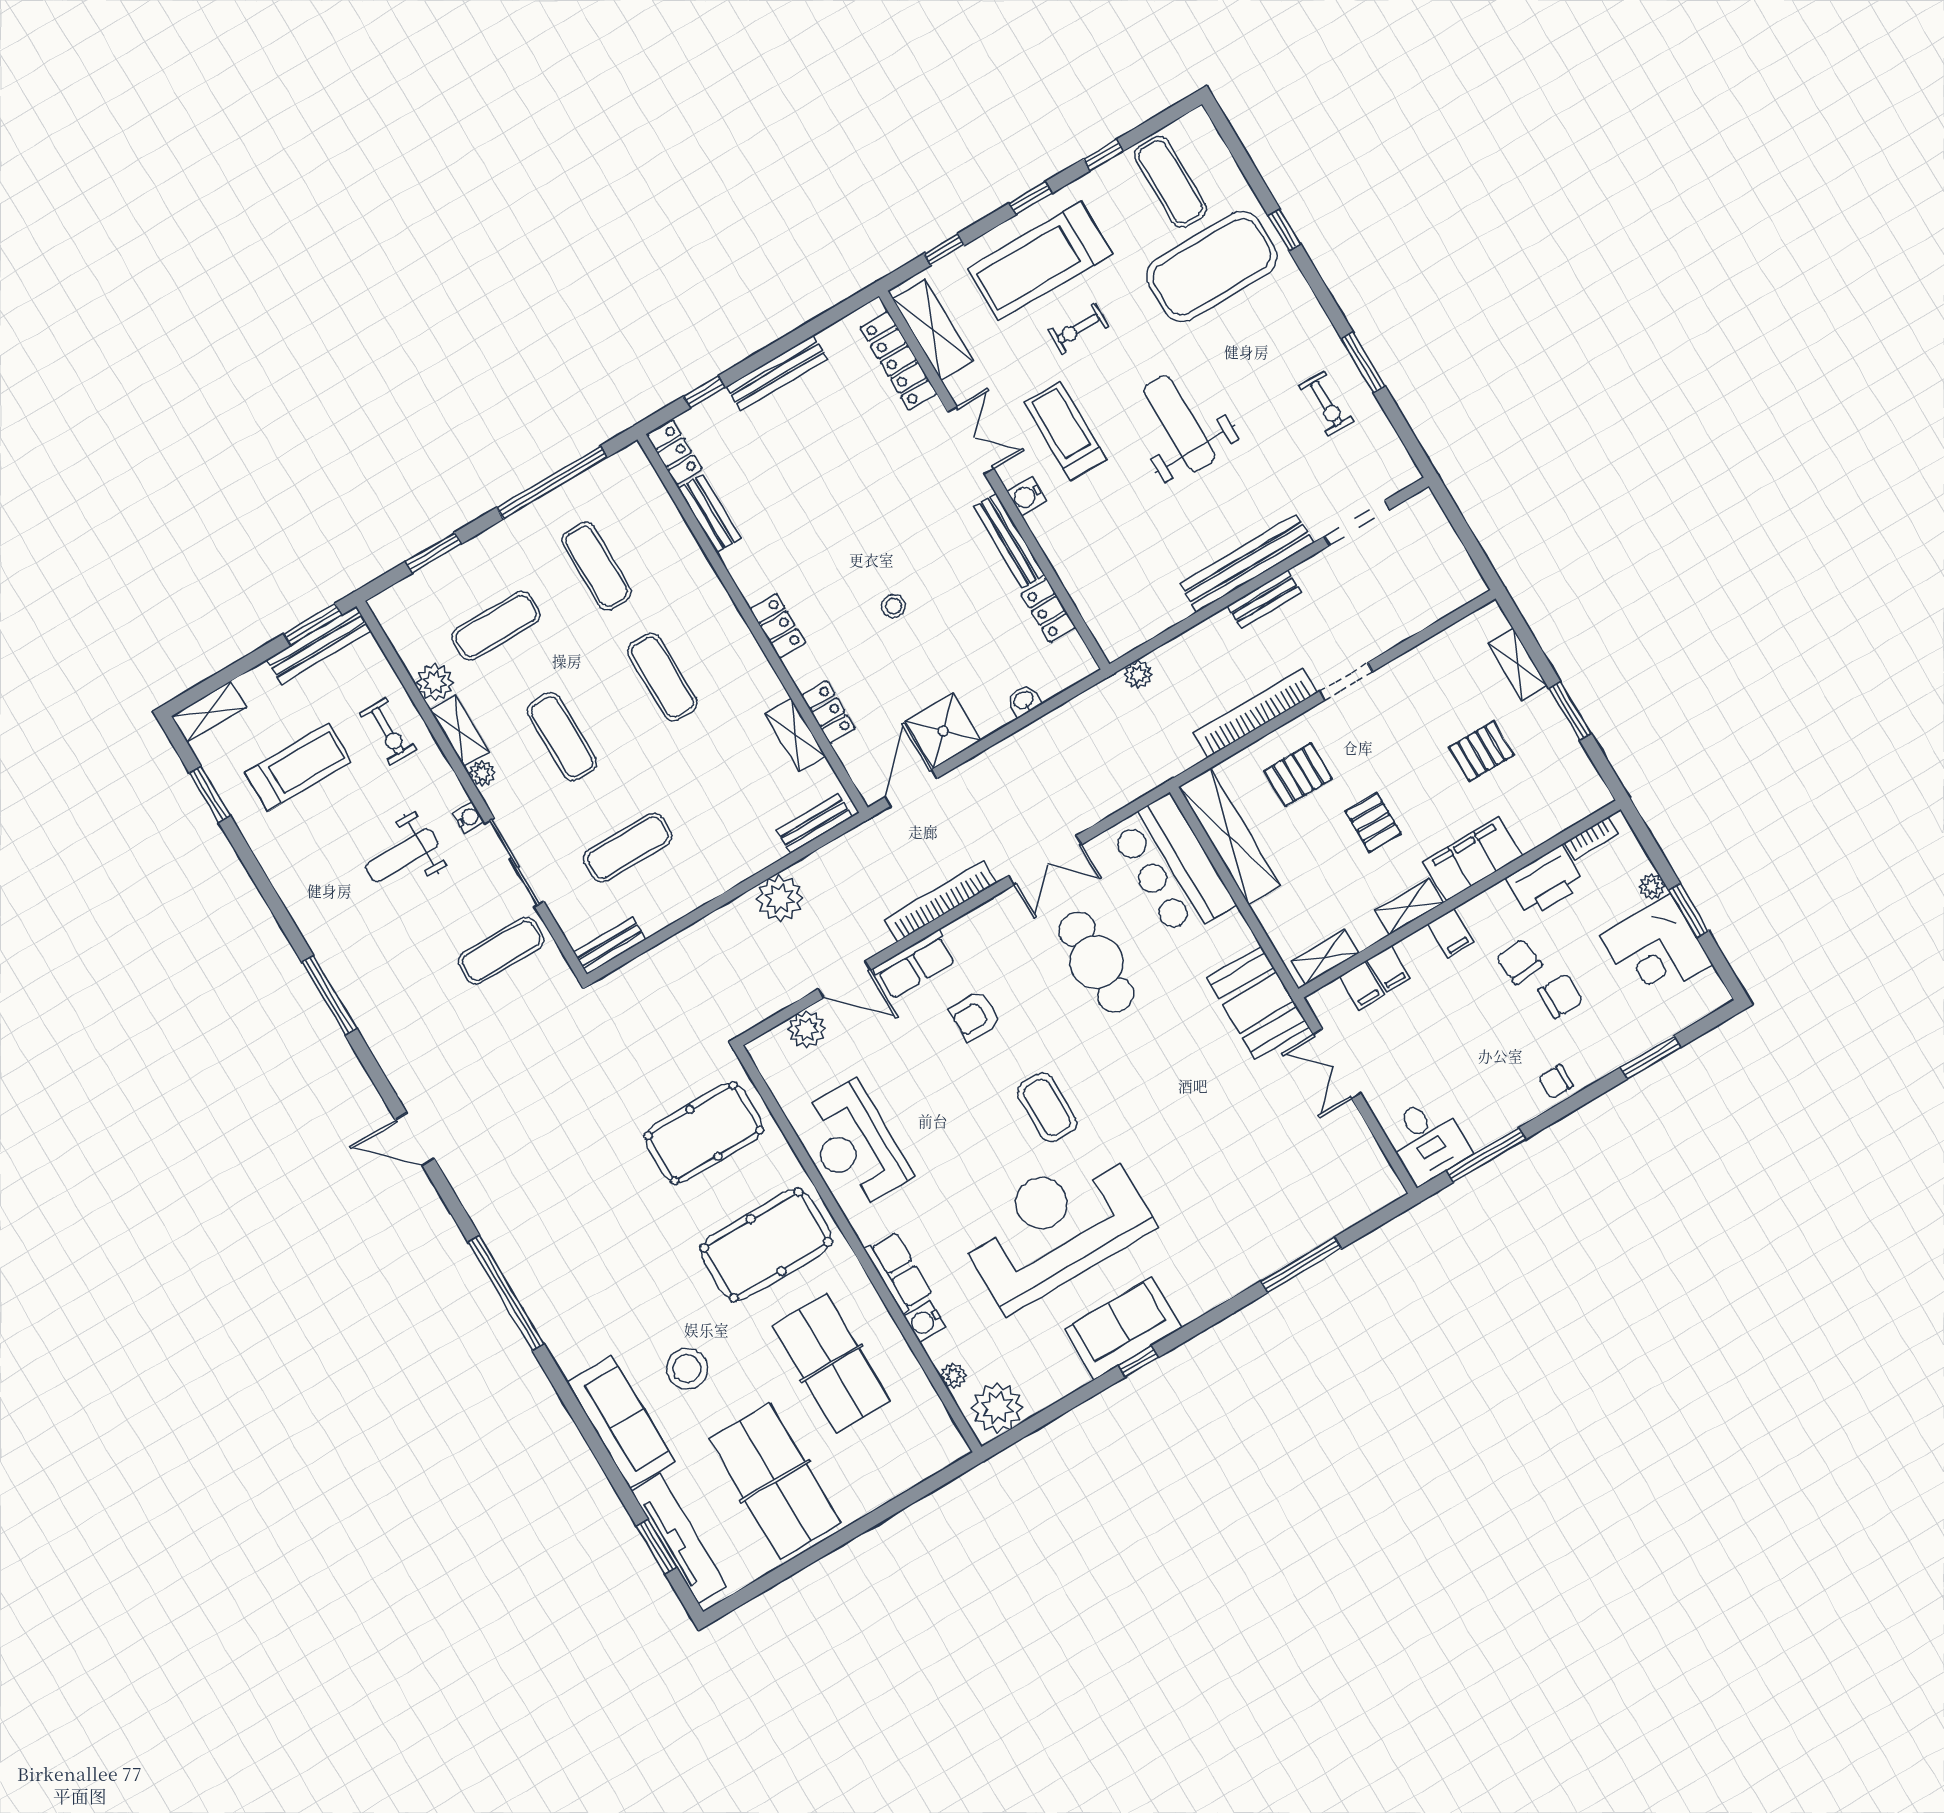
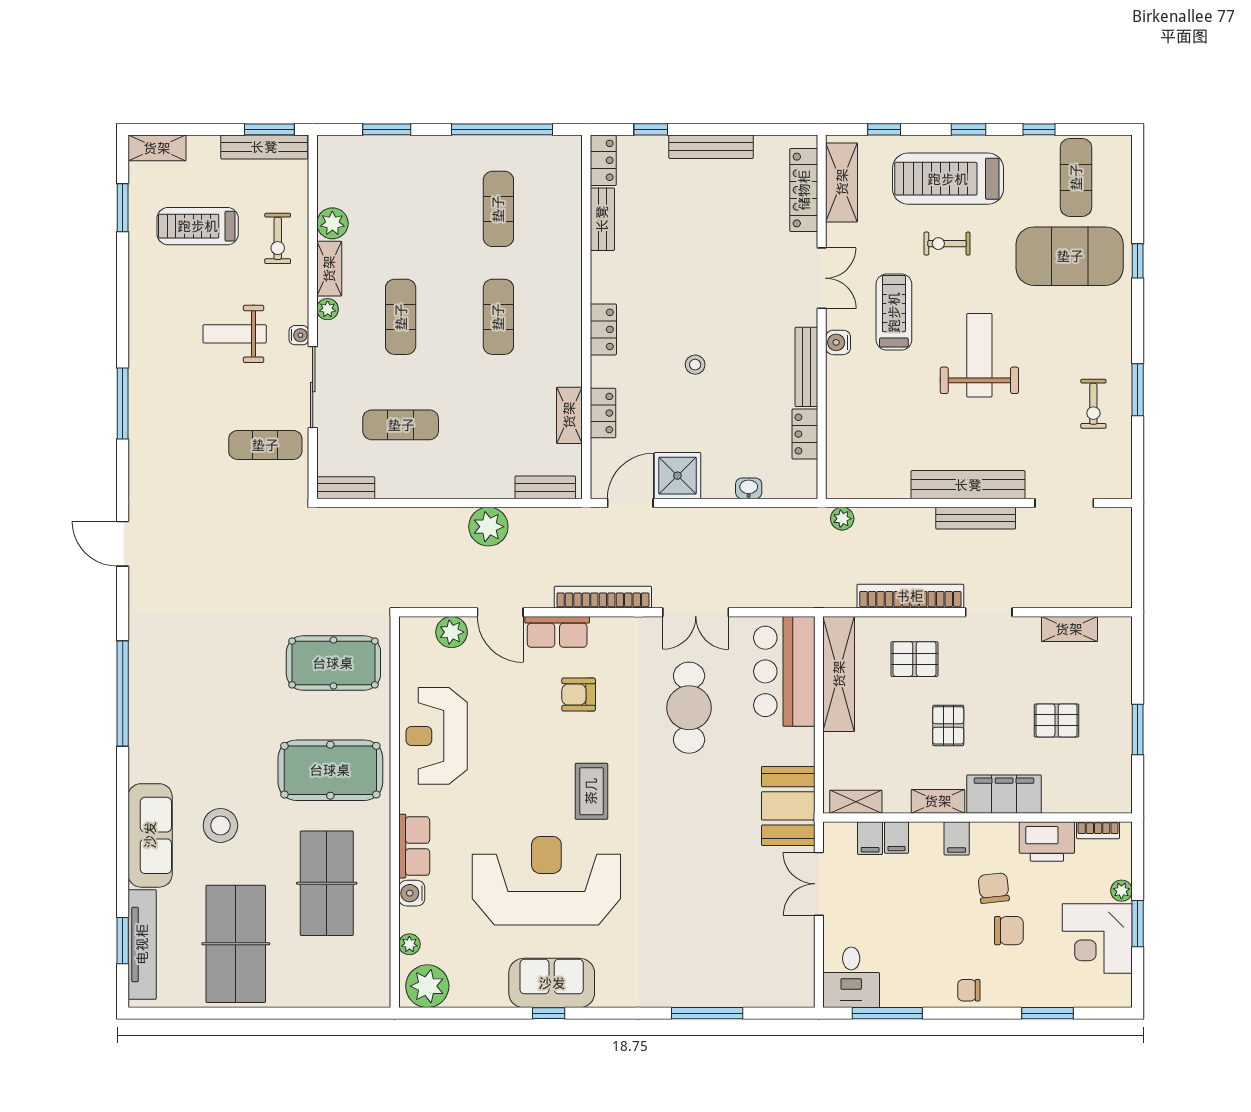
bench: (1264, 599) -> (976, 518), width x1.36
exercise mat: (496, 626) -> (401, 209), removed
shelving: (1518, 665) -> (1069, 629), moved, turned 90
treadmill: (298, 767) -> (198, 226), turned 180

